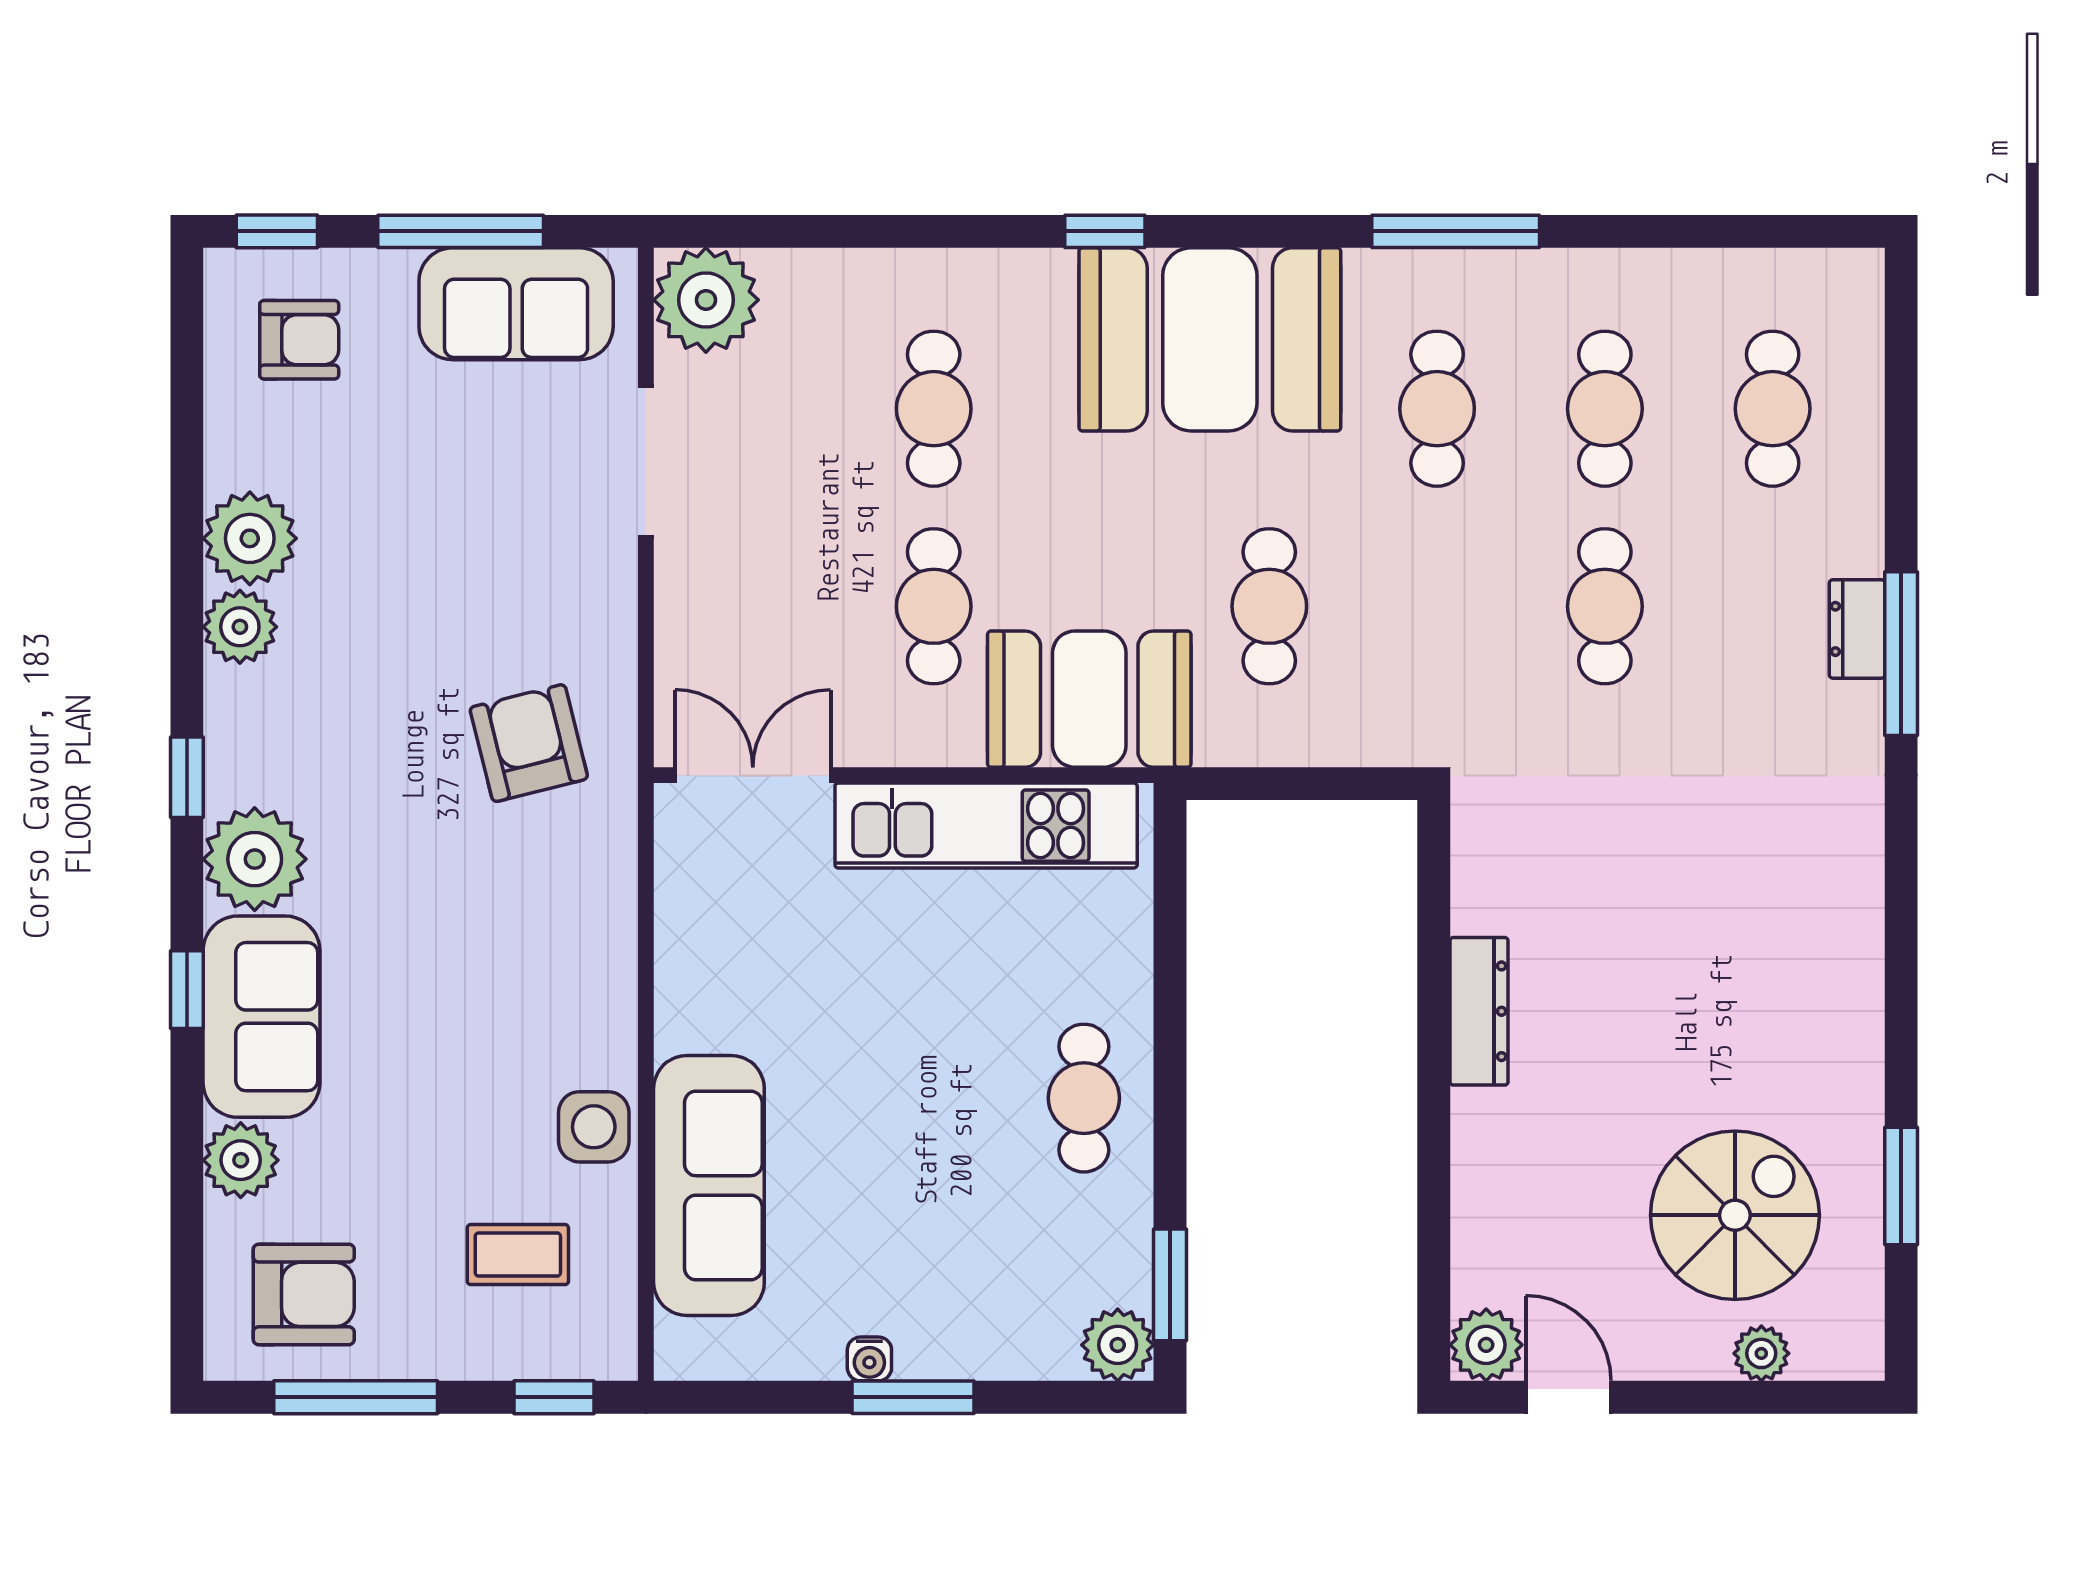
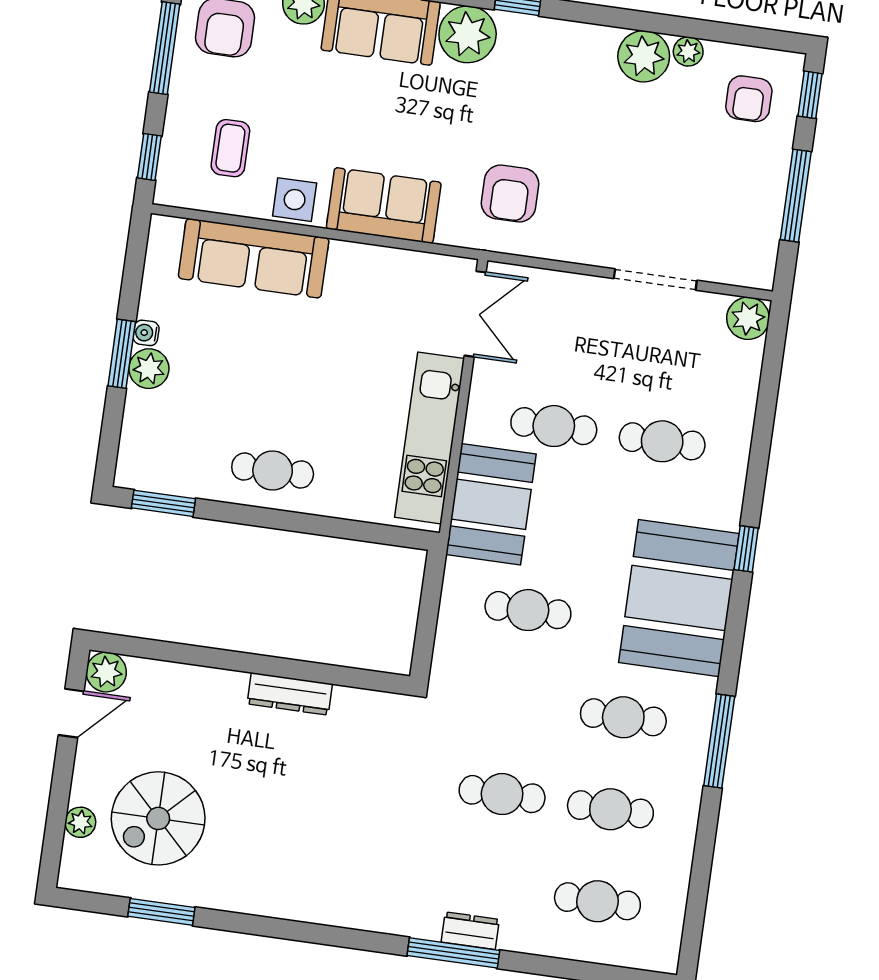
plant: (706, 300) -> (748, 318), width x0.73, depth x0.73
sofa: (516, 304) -> (384, 205), moved, turned 90
plant: (240, 627) -> (688, 51), moved, width x0.73, depth x0.73
armchair: (529, 743) -> (510, 194), turned 104
spiral stairs: (1735, 1215) -> (158, 818), turned 90
plant: (1118, 1345) -> (149, 369), moved

